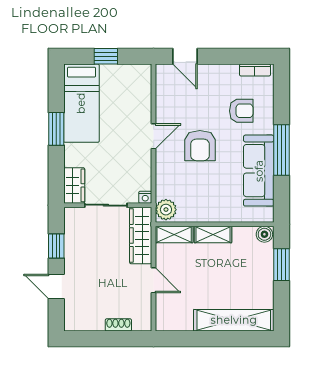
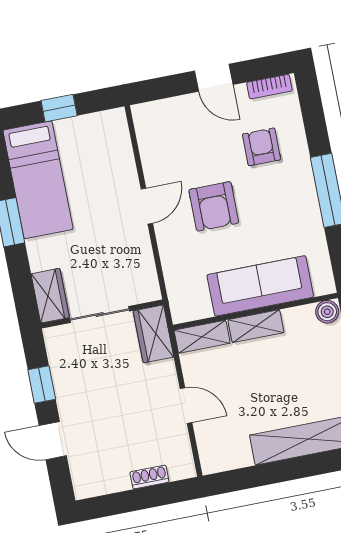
door: (185, 56) -> (214, 78), moved
armchair: (241, 111) -> (262, 147), turned -90
sofa: (259, 171) -> (260, 286), moved, turned 90
nightstand: (145, 197) -> (152, 293), removed
plant: (166, 210) -> (184, 304), removed
wardrobe: (141, 235) -> (153, 334), width x0.67

